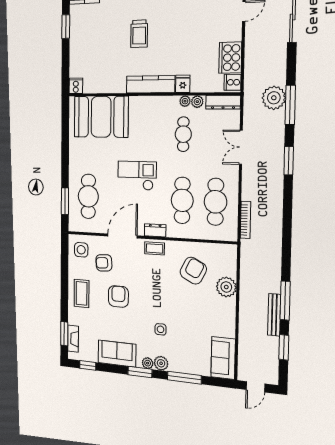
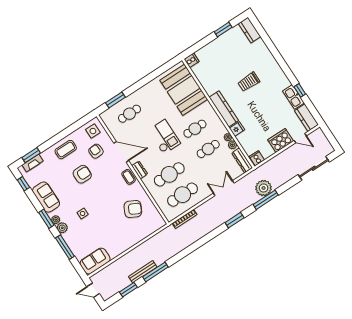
cooker: (230, 58) -> (281, 140), moved
cafe table: (151, 134) -> (195, 129), added
cafe table: (88, 196) -> (130, 114), width x0.73, depth x0.74
plant: (226, 287) -> (138, 234), removed

